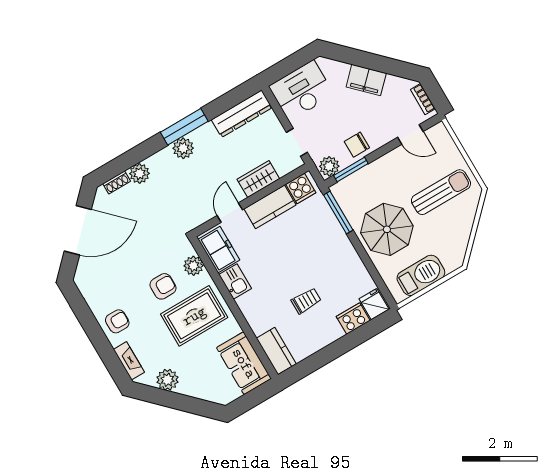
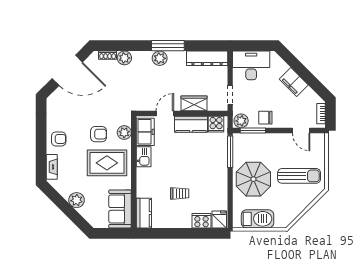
plant: (167, 380) -> (77, 200), moved

